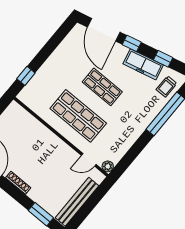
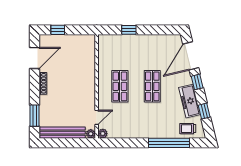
window: (26, 76) -> (129, 30), moved
shop shelf: (78, 116) -> (120, 86), width x0.70, depth x0.74
door: (89, 160) -> (97, 117), swing flipped
plant: (99, 177) -> (91, 134), added

